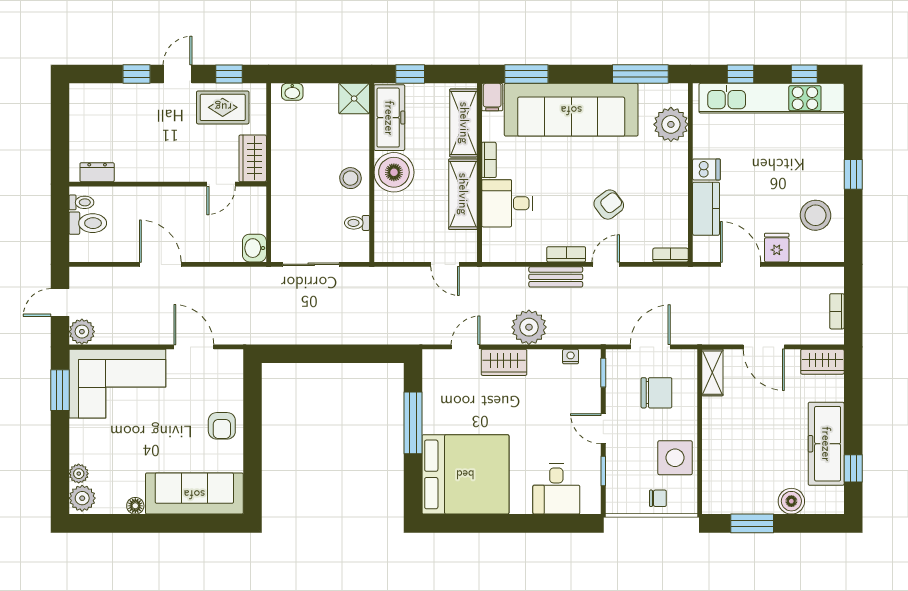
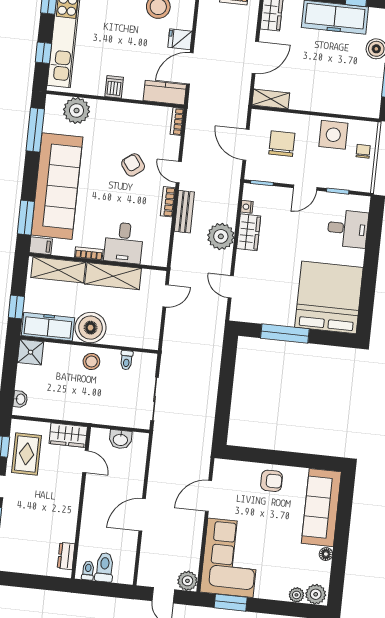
kitchen counter: (706, 209) -> (165, 93), moved
washbasin: (254, 248) -> (120, 439), moved
wardrobe: (504, 362) -> (249, 232), moved

